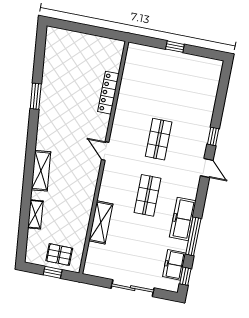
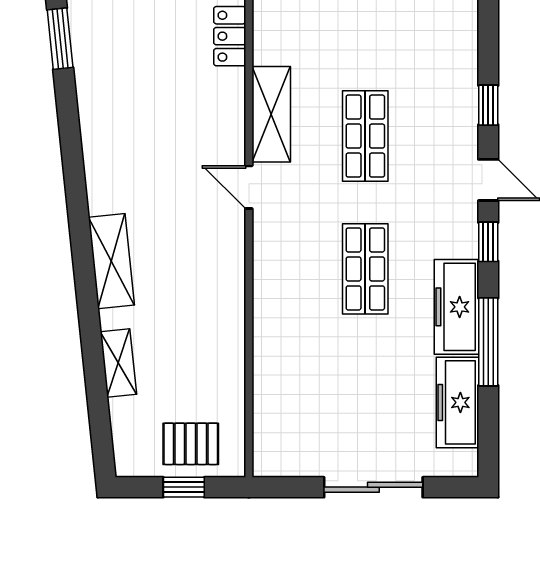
locker: (108, 93) -> (230, 36), width x0.66
window: (36, 96) -> (60, 39), moved
shelving: (101, 222) -> (271, 114), moved
freezer: (174, 265) -> (457, 402), width x1.40
window: (185, 276) -> (488, 242), moved

